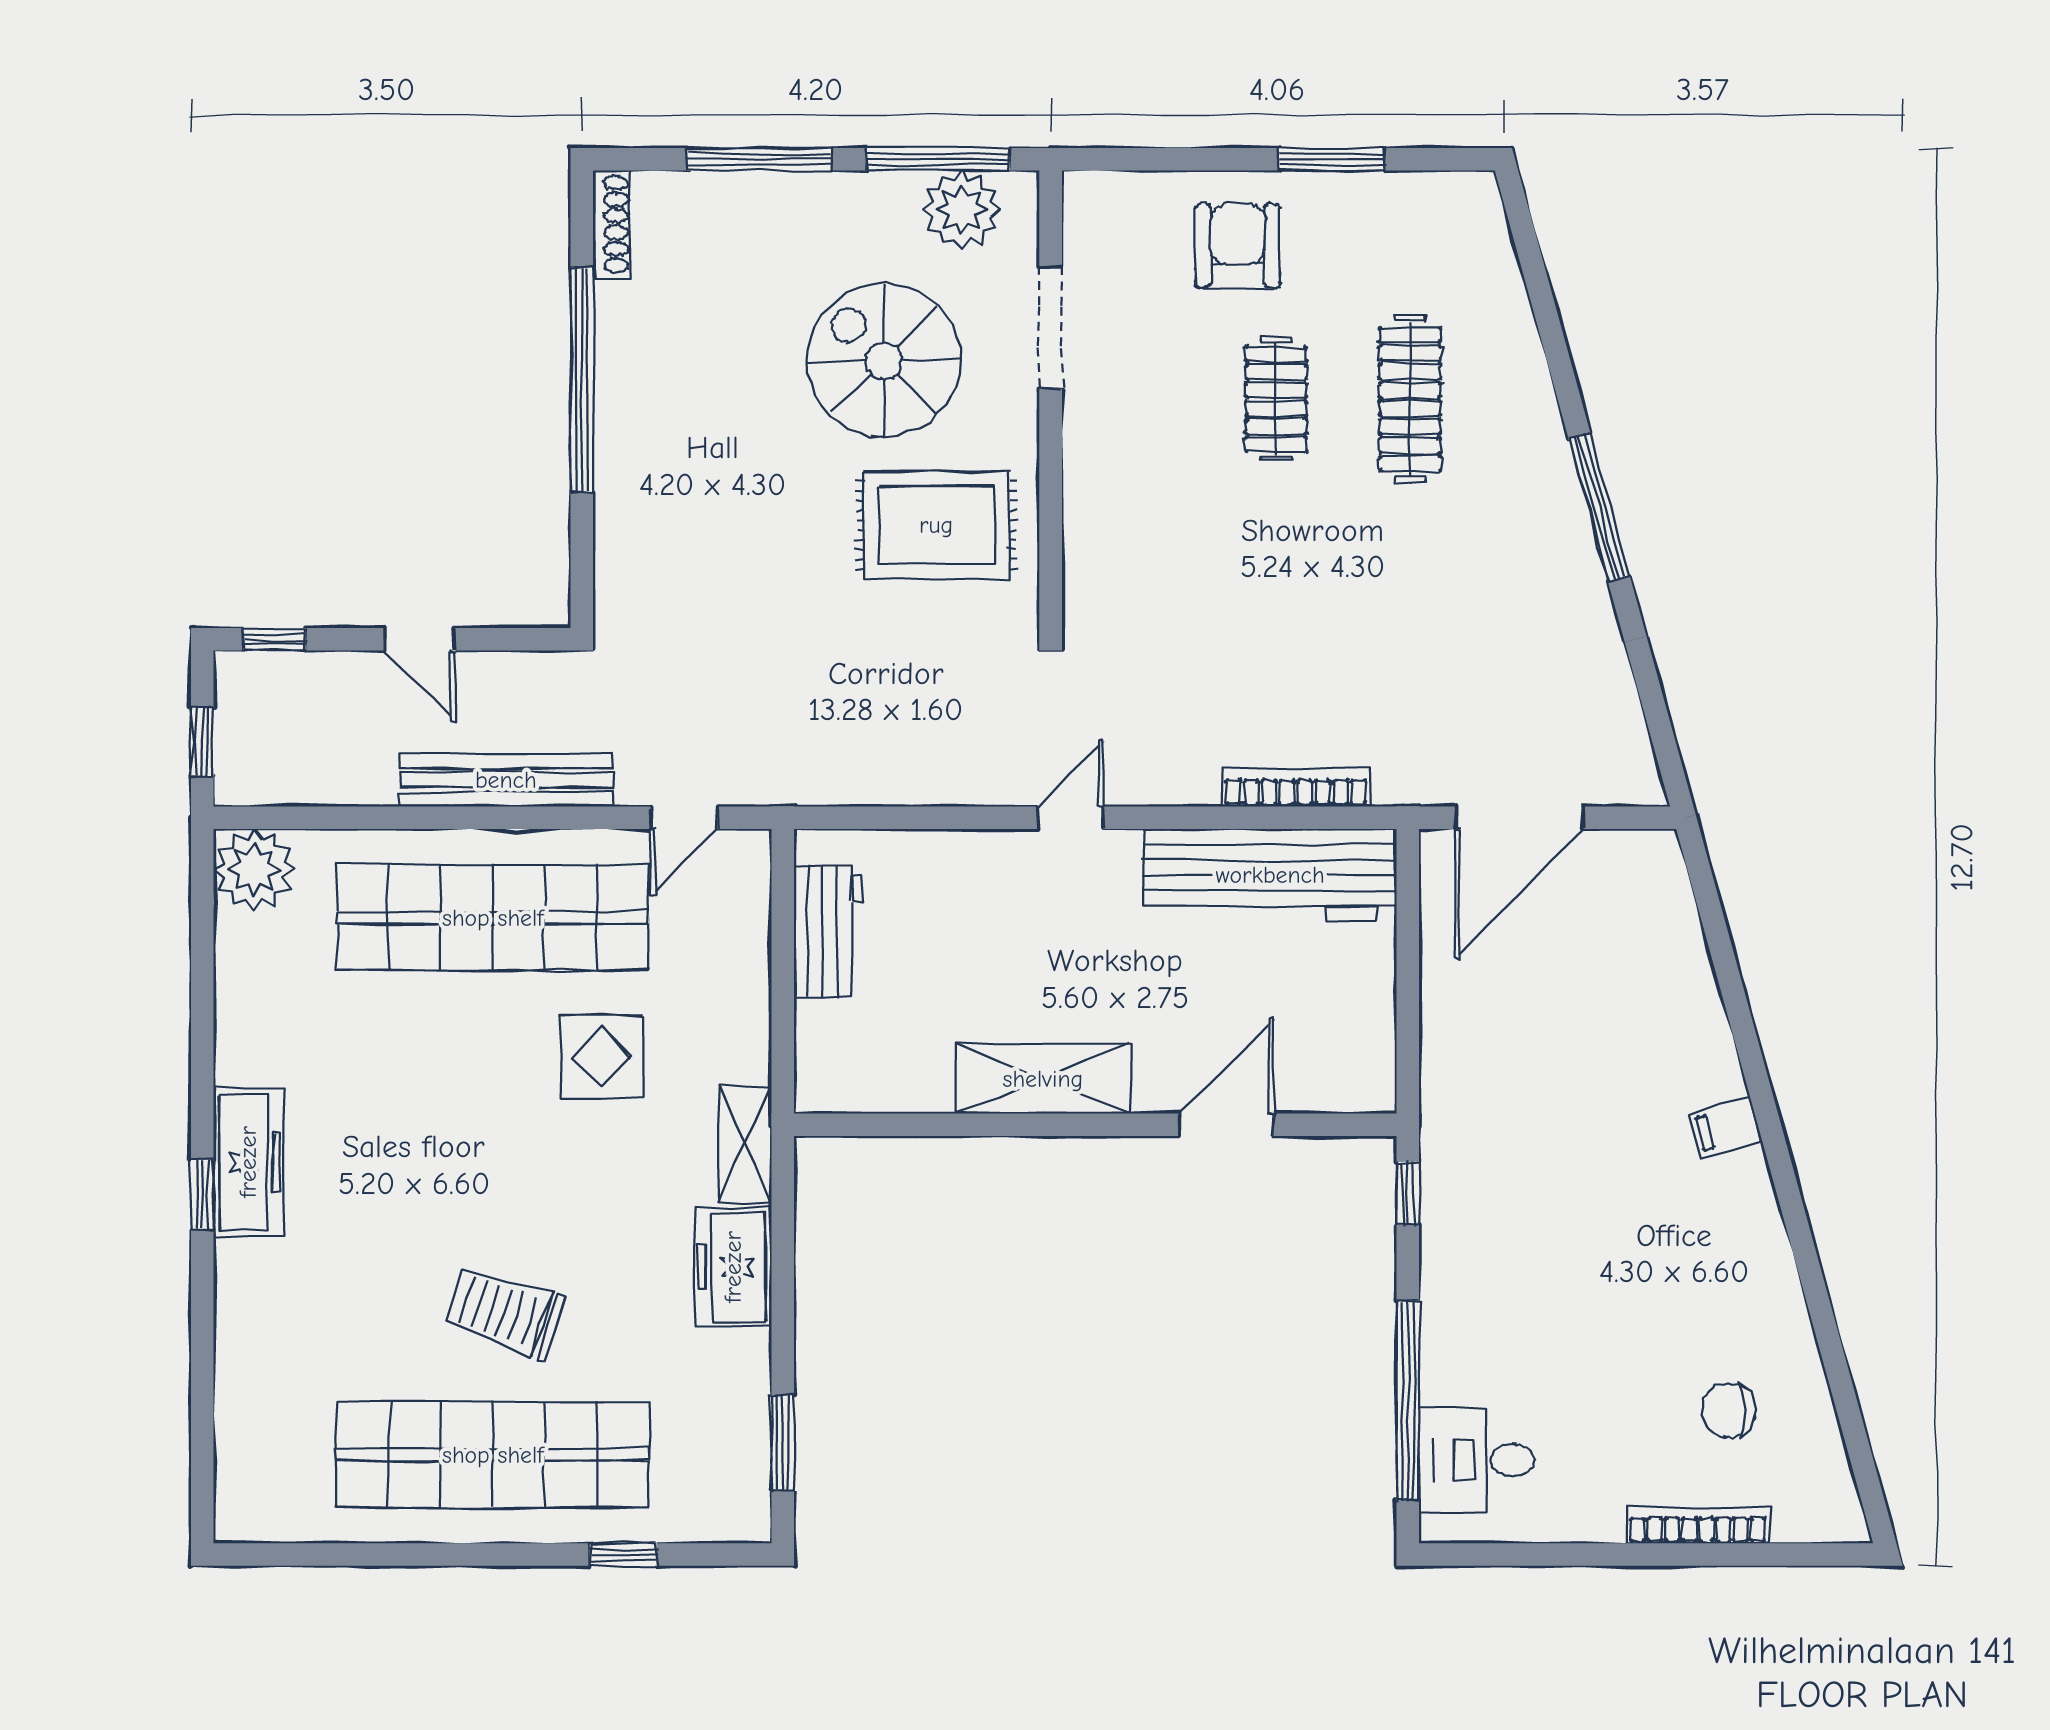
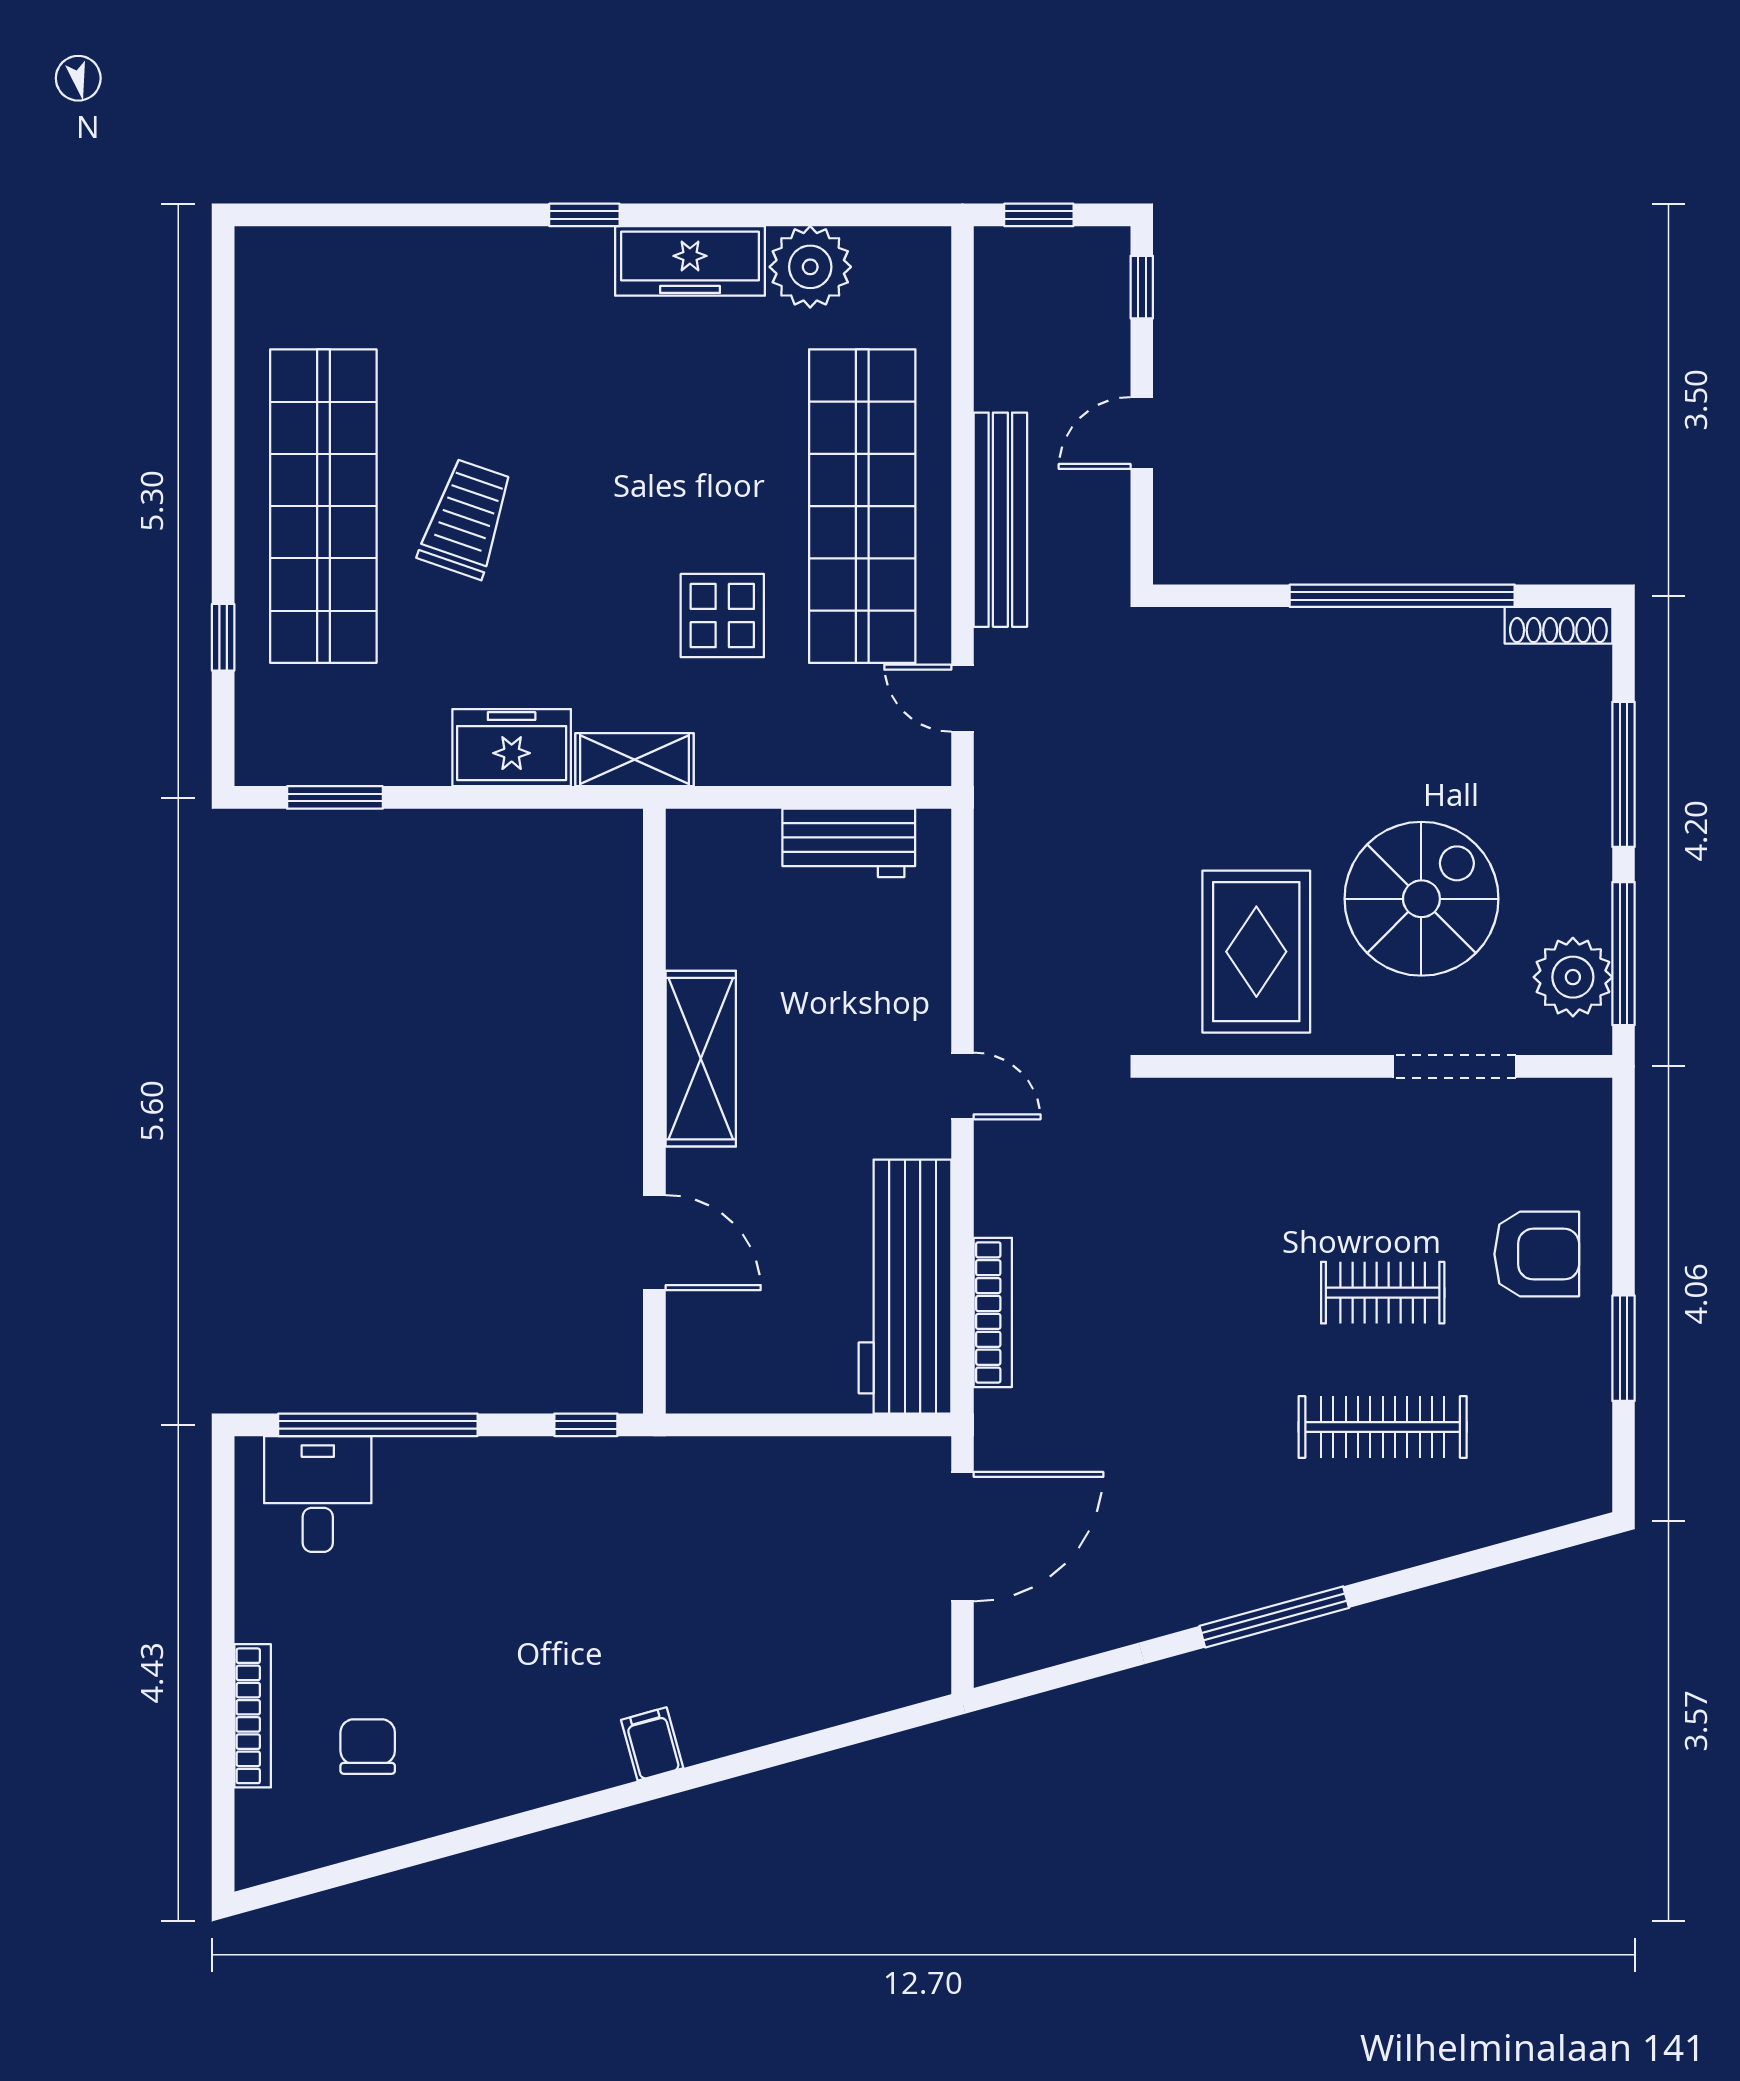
door: (1519, 818) -> (963, 1537), swing flipped
plant: (254, 870) -> (810, 267), moved
freezer: (248, 1162) -> (690, 261), moved

